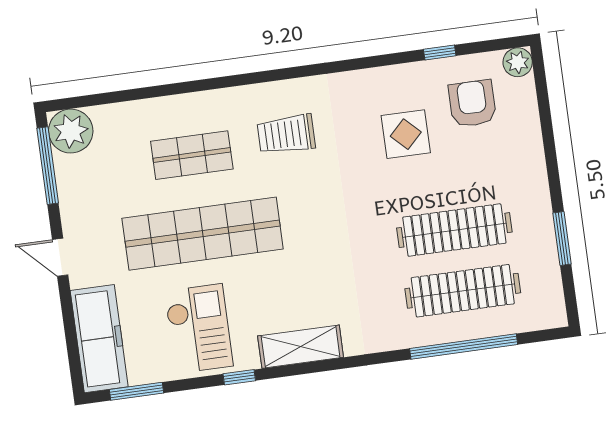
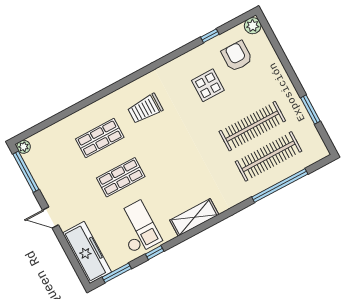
plant: (71, 131) -> (24, 147), width x0.53, depth x0.53
shop shelf: (203, 234) -> (121, 177), width x0.50, depth x0.74
window: (239, 377) -> (155, 253), moved

